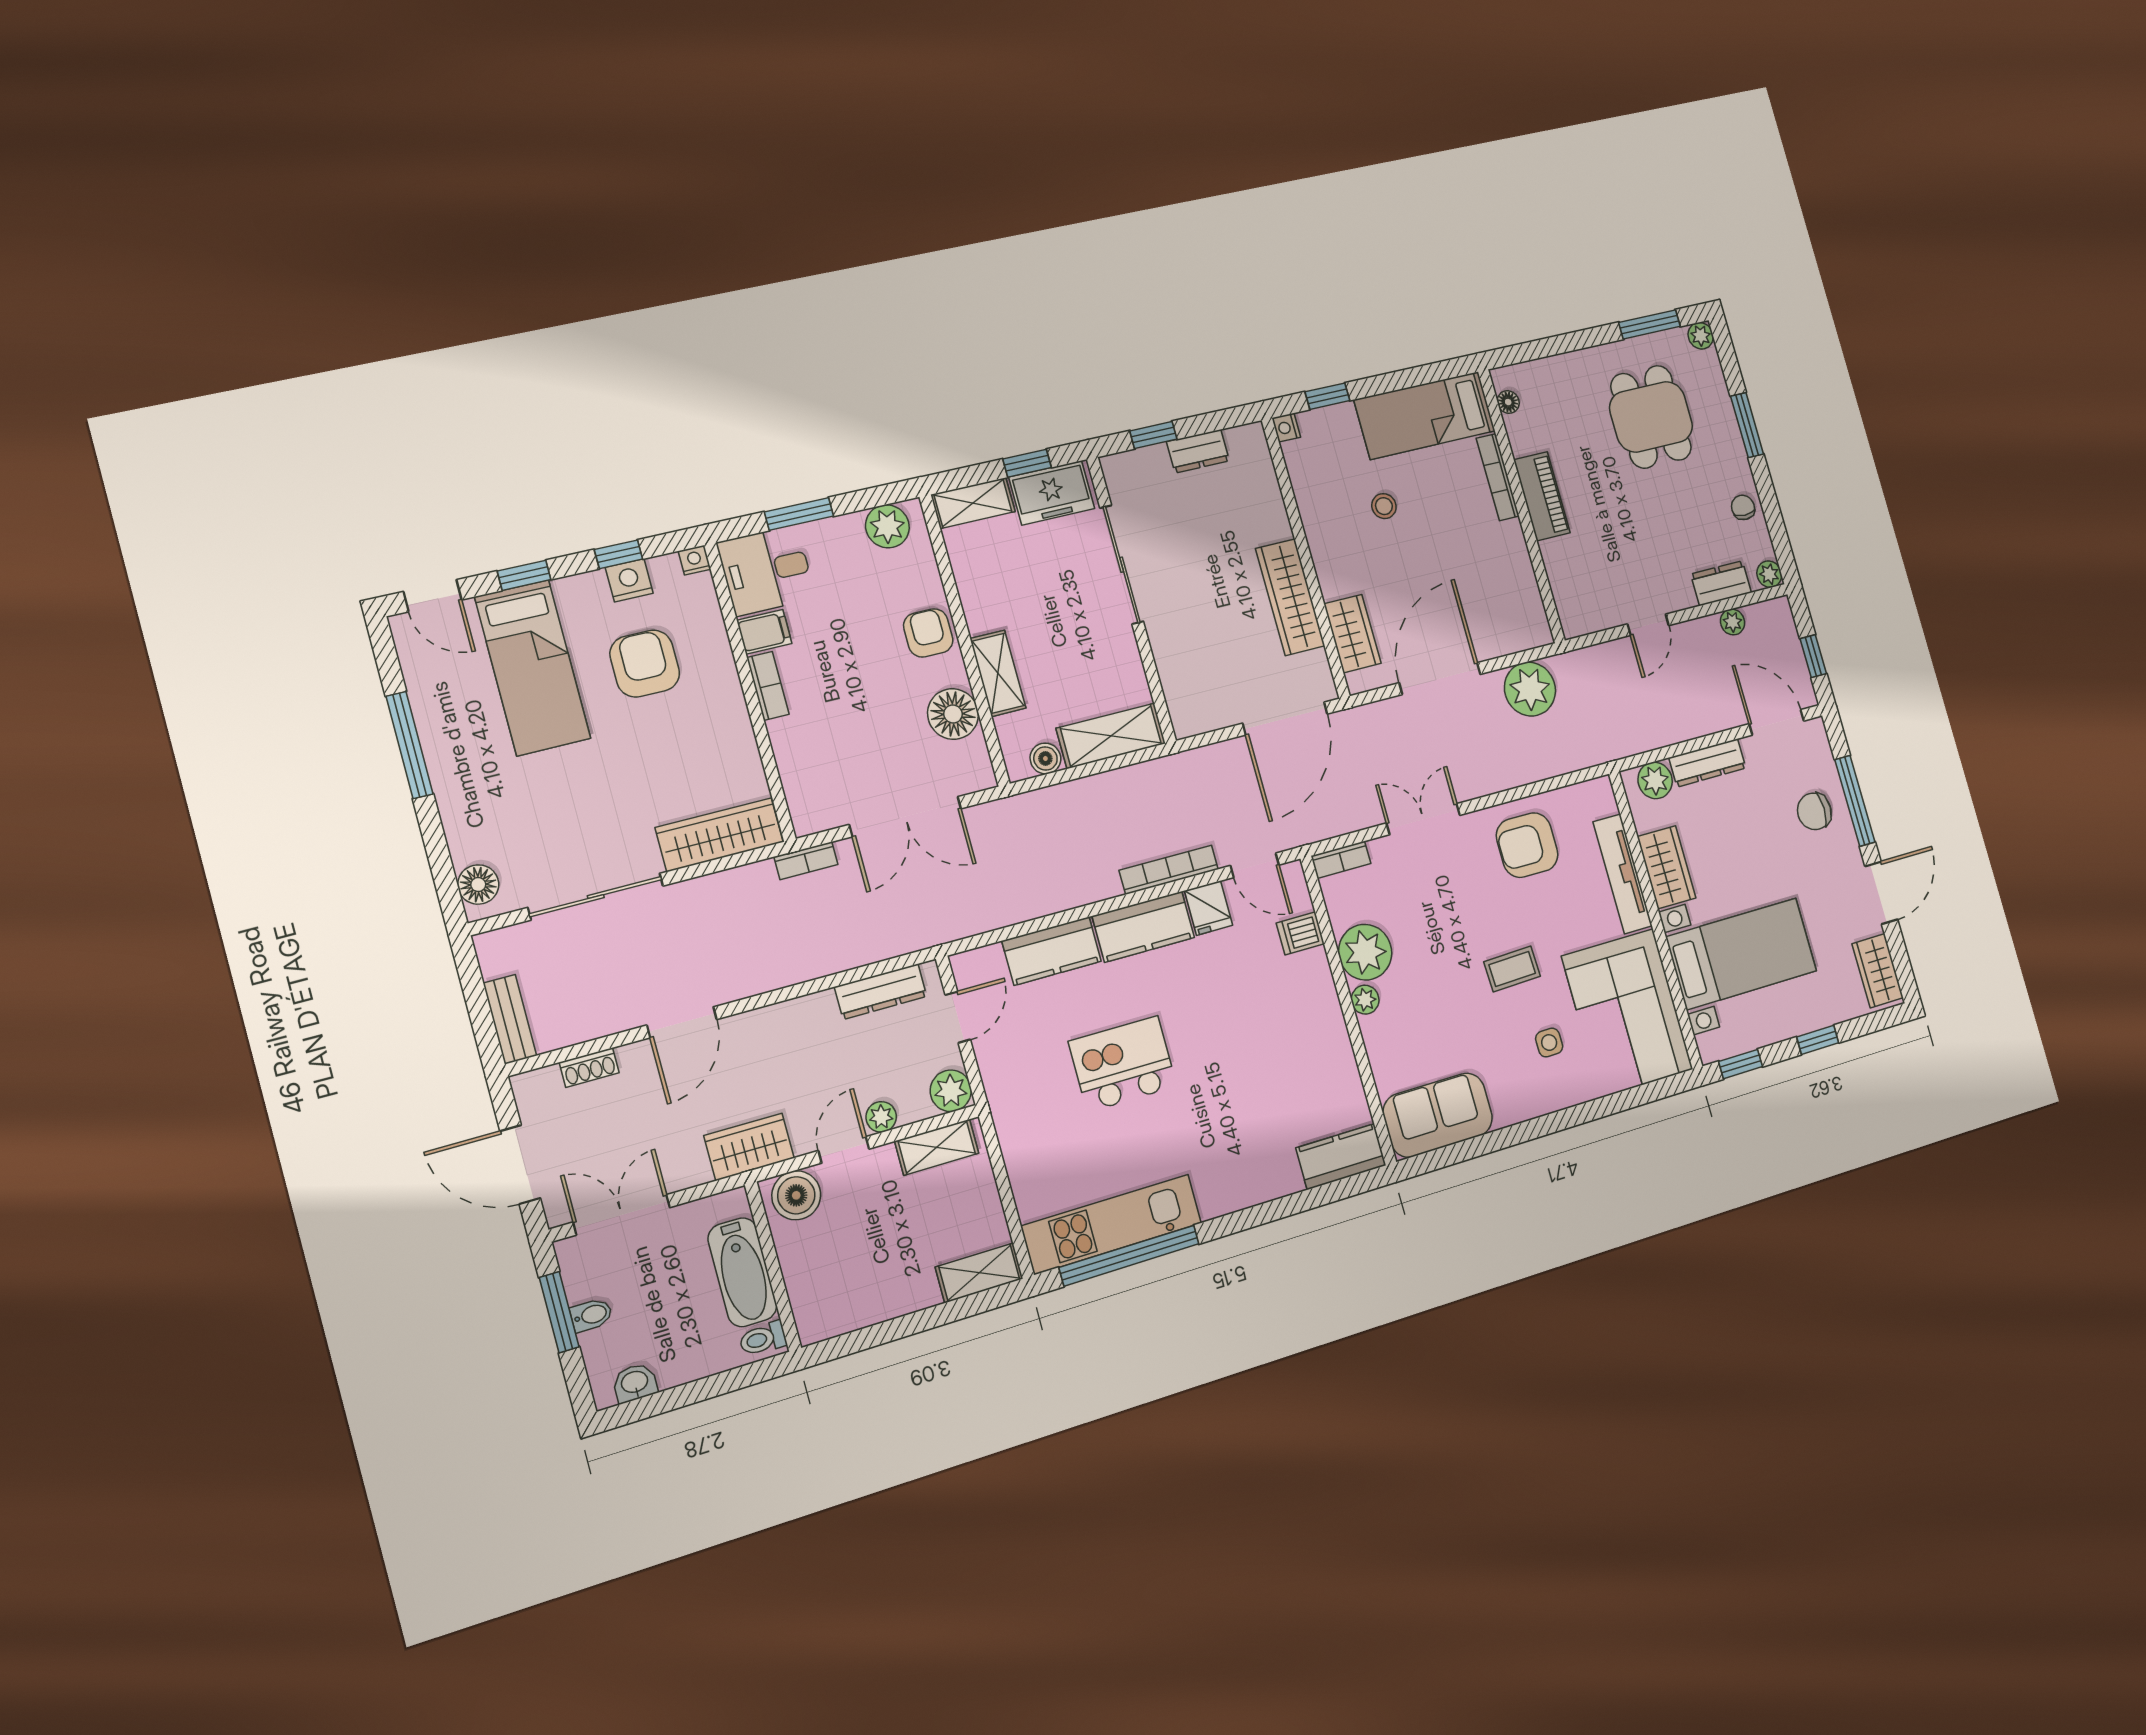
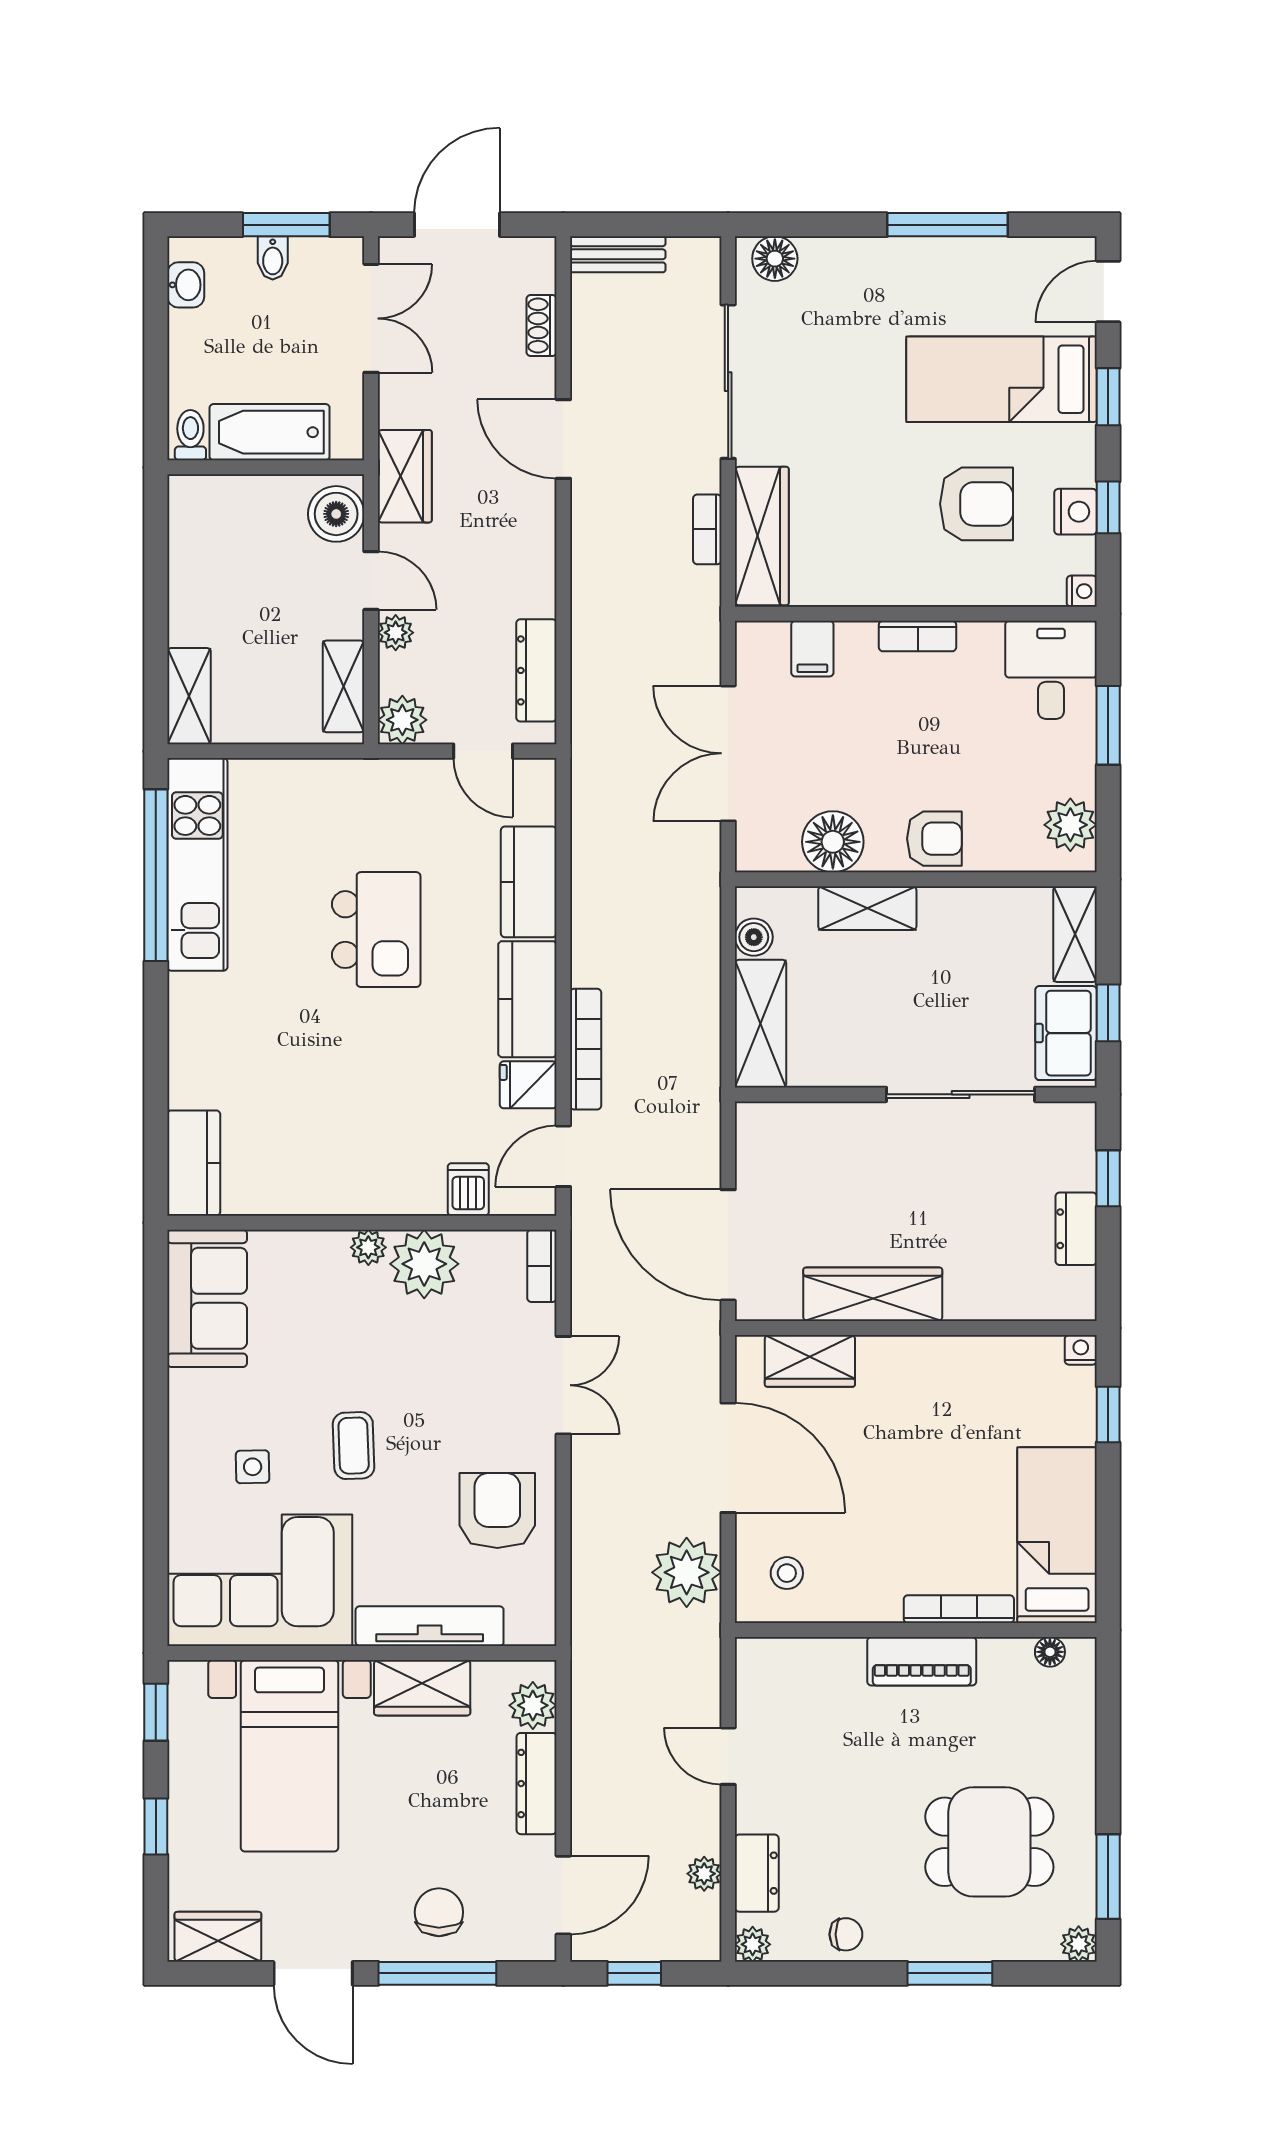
stool: (1384, 506) -> (787, 1573), moved
filing cabinet: (764, 632) -> (812, 649), moved
bookcase: (806, 861) -> (707, 529), moved

